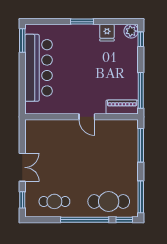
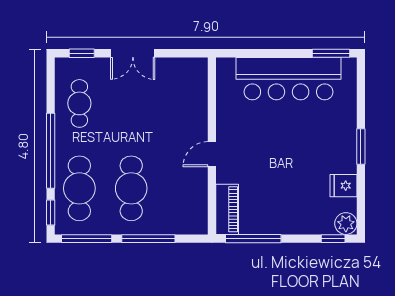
window: (141, 145) -> (148, 239), moved
cafe table: (109, 168) -> (131, 188), added

